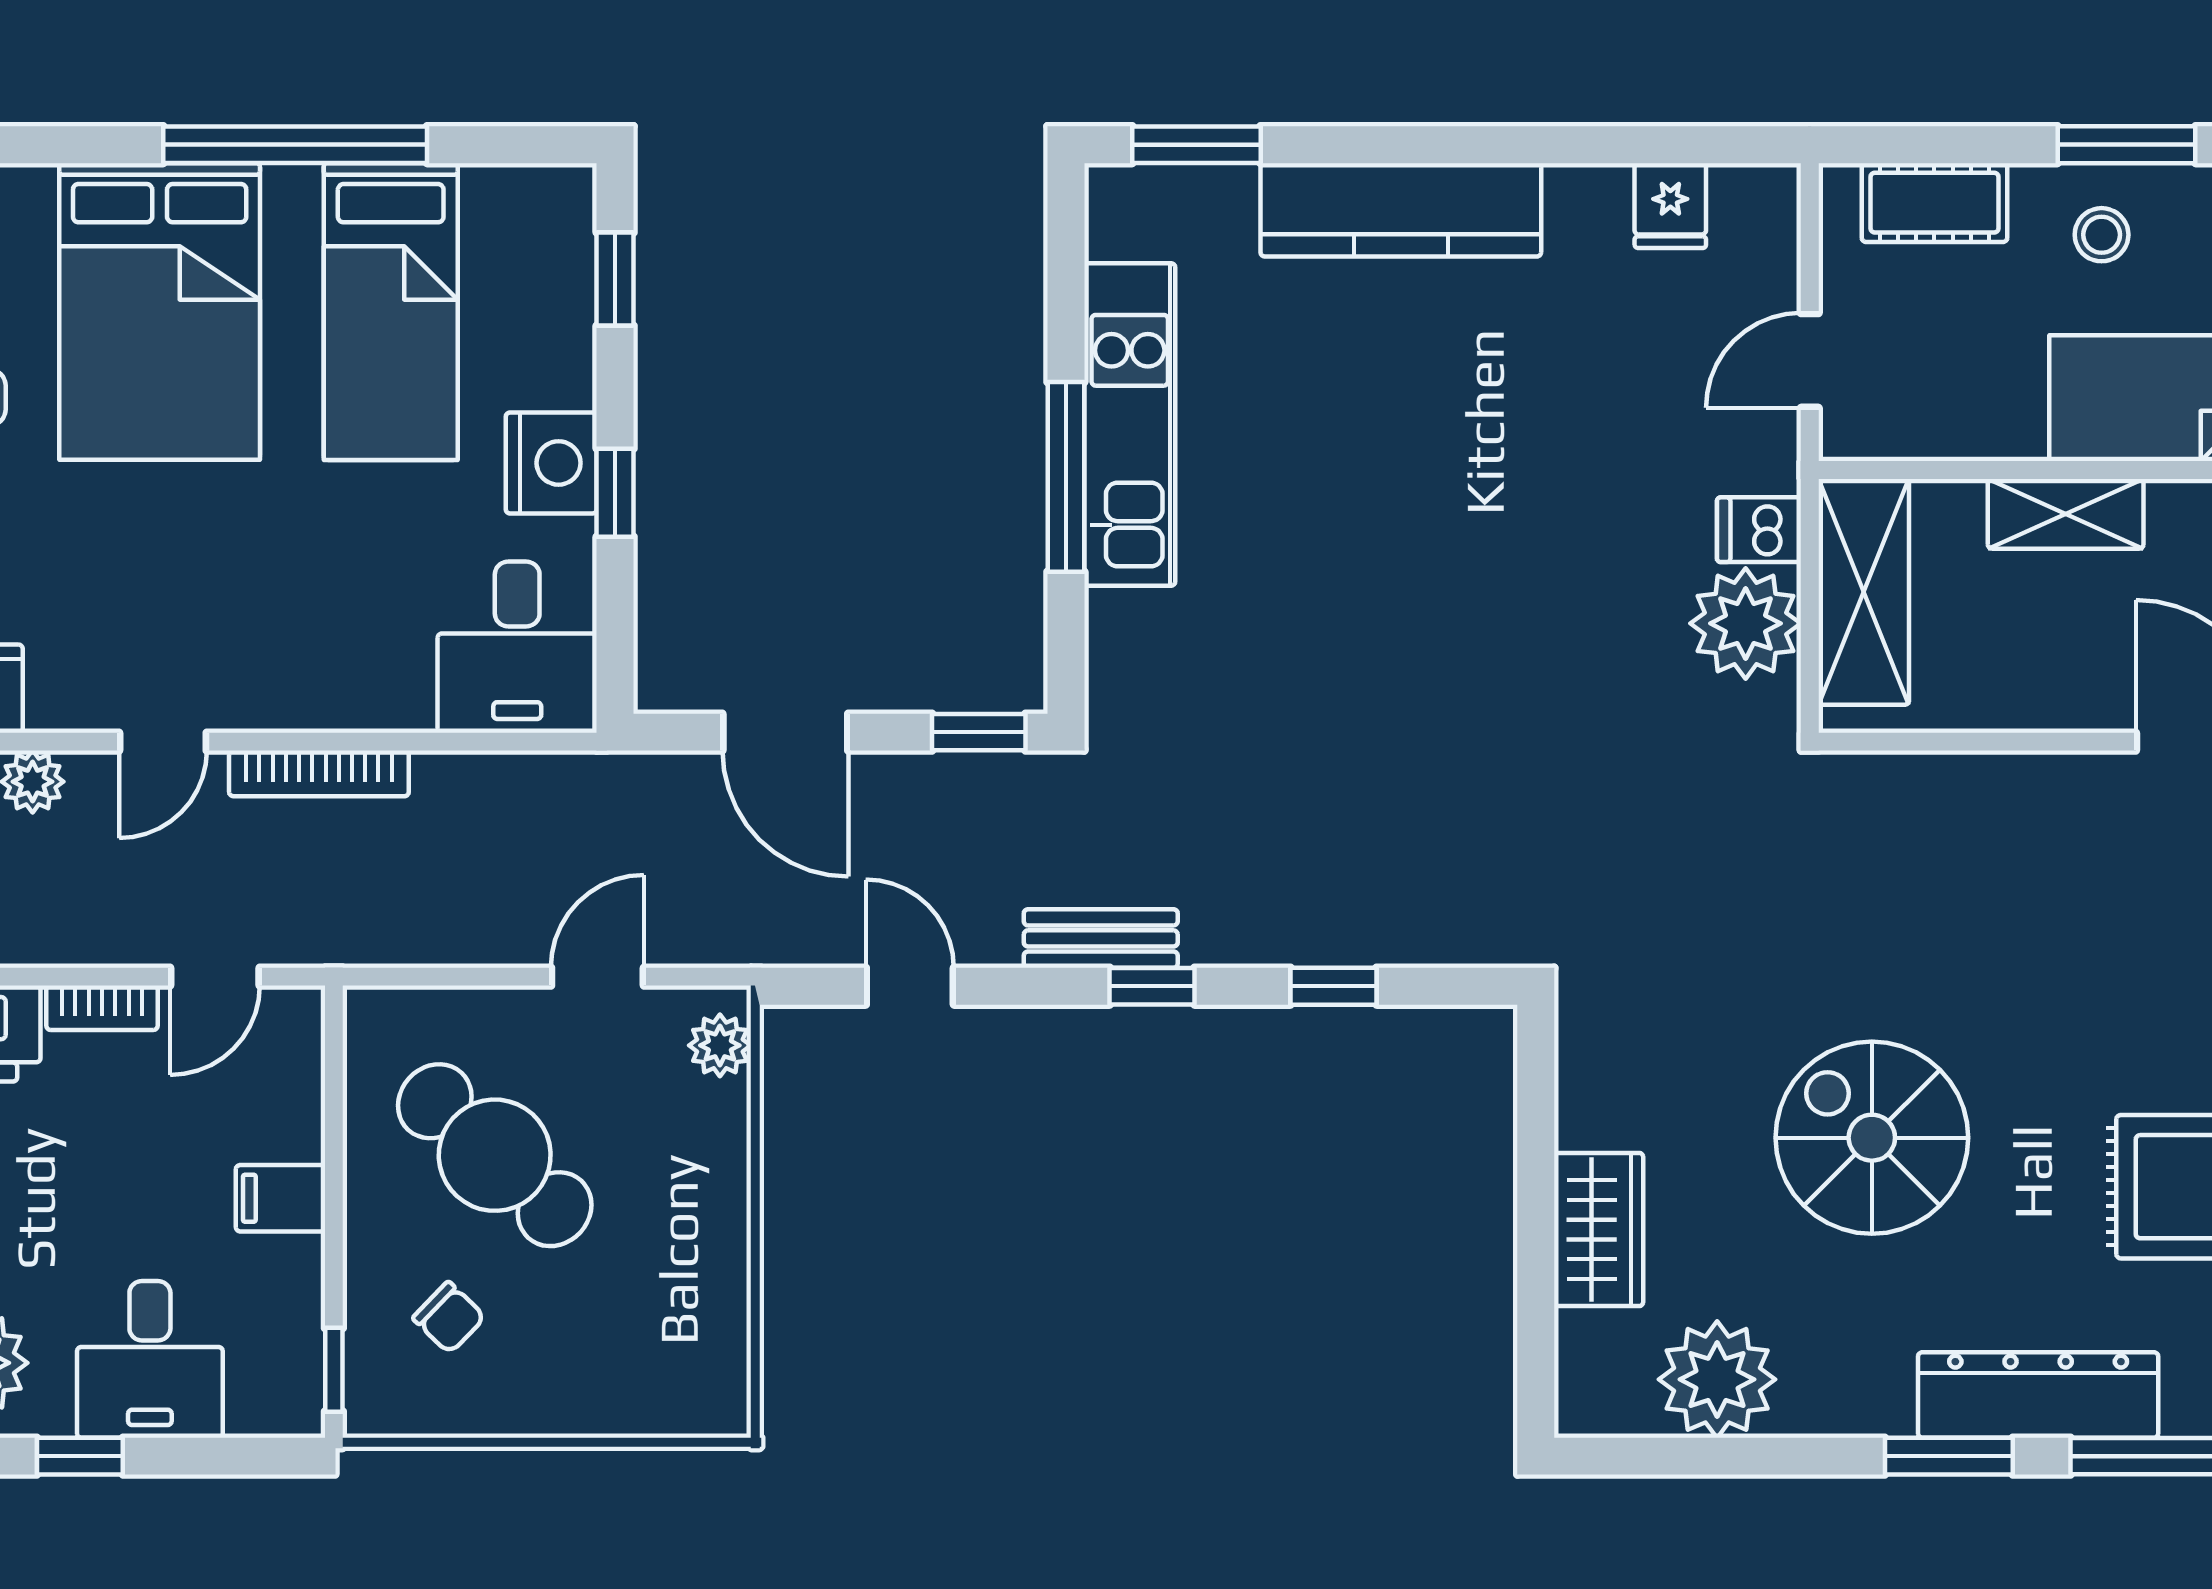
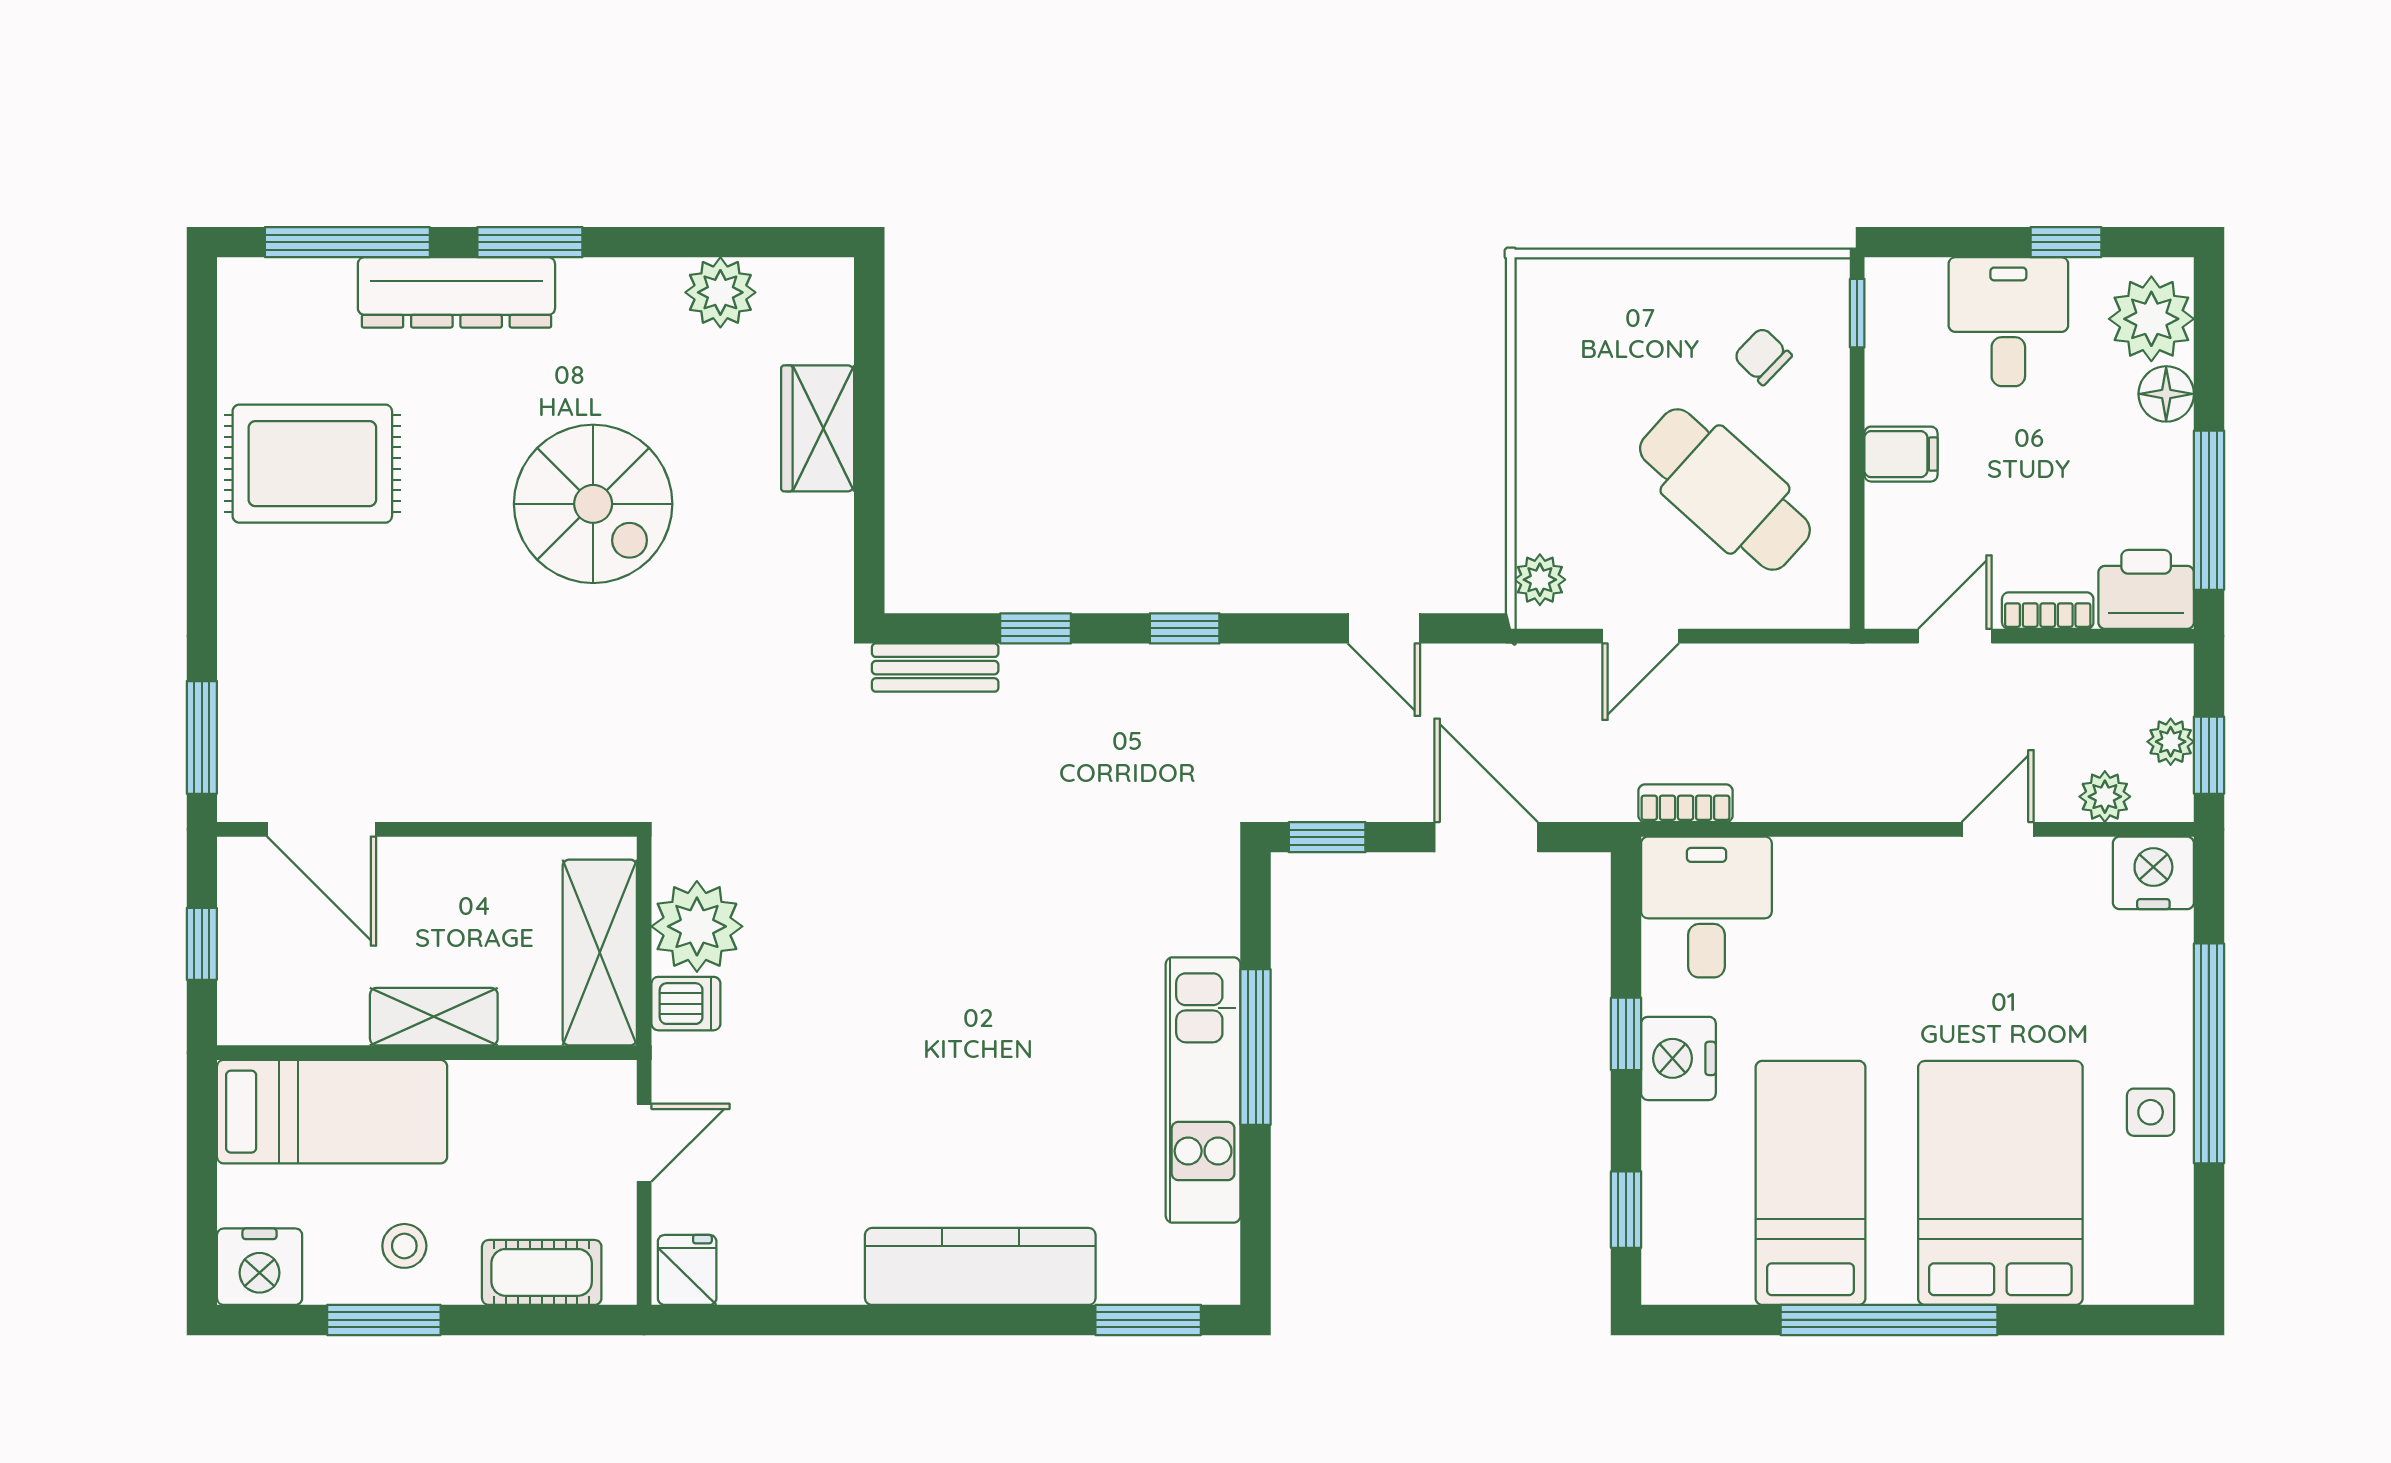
fridge: (1670, 206) -> (687, 1270), moved
bookcase: (319, 773) -> (1686, 803), moved, width x0.64
bench: (1101, 938) -> (935, 668), moved
plant: (1717, 1379) -> (720, 292), width x0.73, depth x0.73

